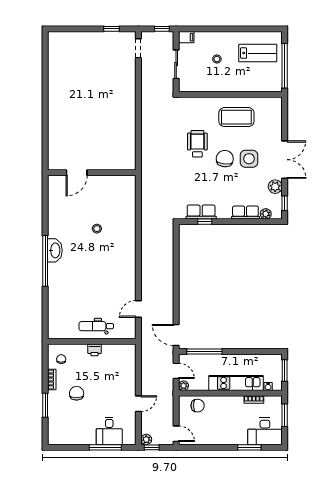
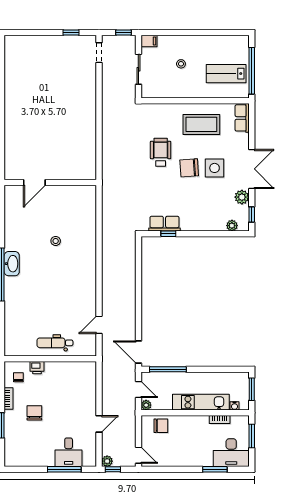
lab bench: (258, 53) -> (226, 74), moved, turned 180
chair: (225, 159) -> (189, 168), turned -100
row of seats: (245, 213) -> (242, 118), moved, turned -90
printer: (95, 350) -> (37, 368), moved

